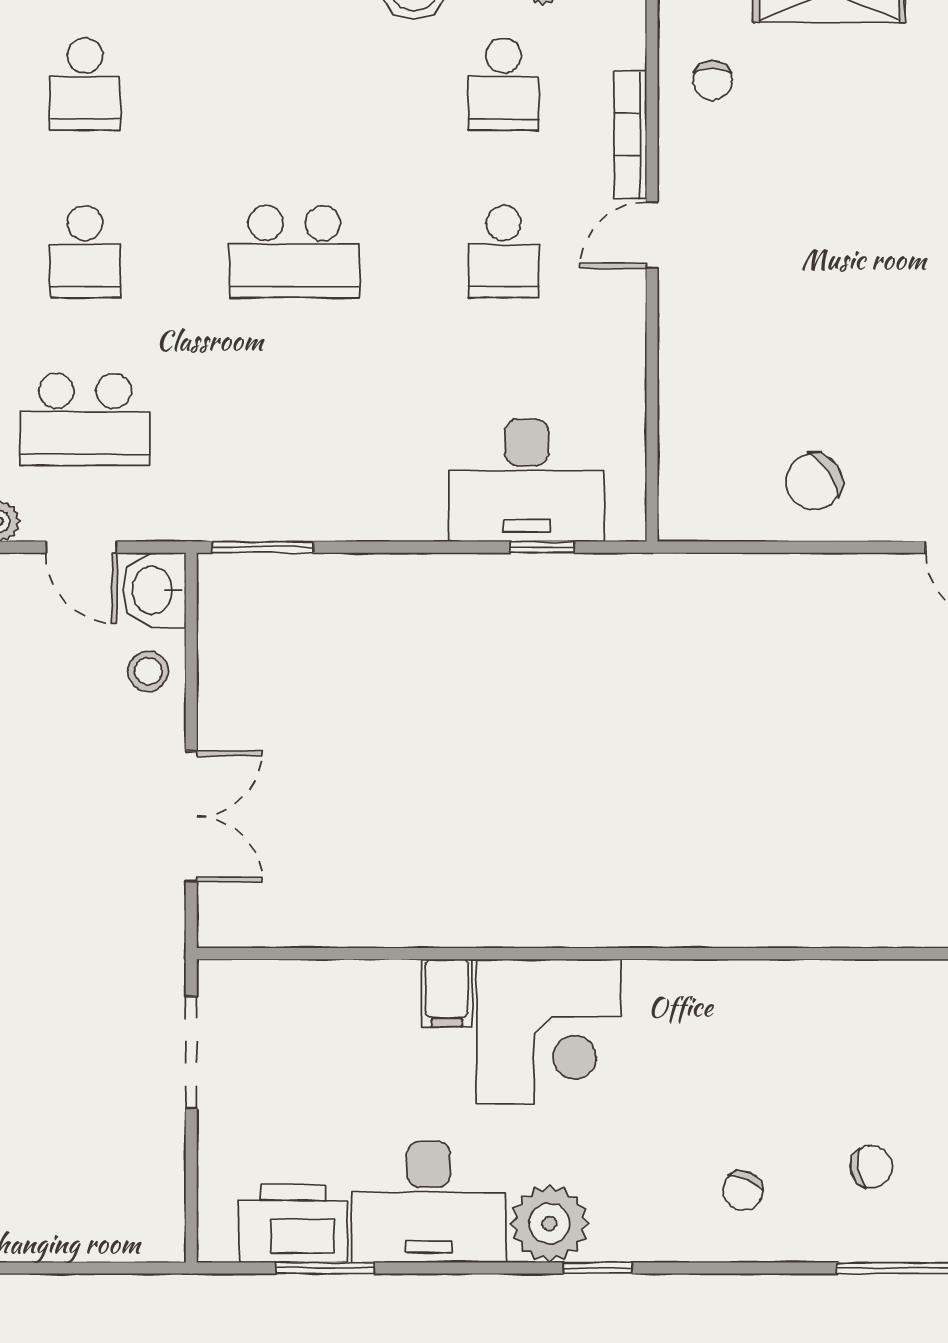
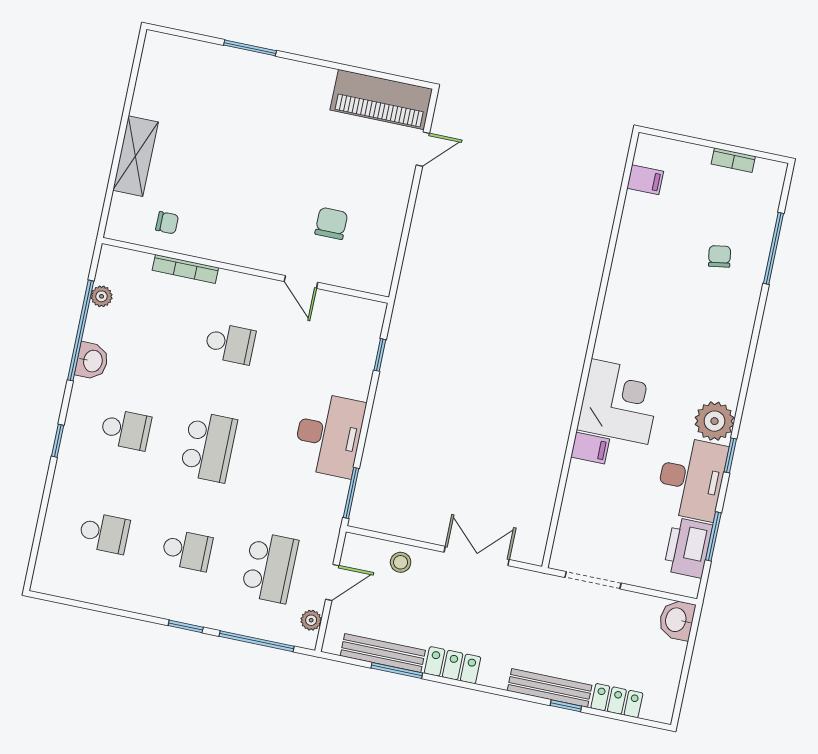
school desk: (504, 84) -> (126, 430), moved
door: (652, 235) -> (301, 282), moved
desk: (527, 480) -> (329, 435), moved
chair: (814, 482) -> (331, 223), moved, turned -145
washbasin: (154, 590) -> (677, 620), moved, turned 90
chair: (743, 1191) -> (718, 322), removed
window: (598, 1268) -> (730, 455), moved

